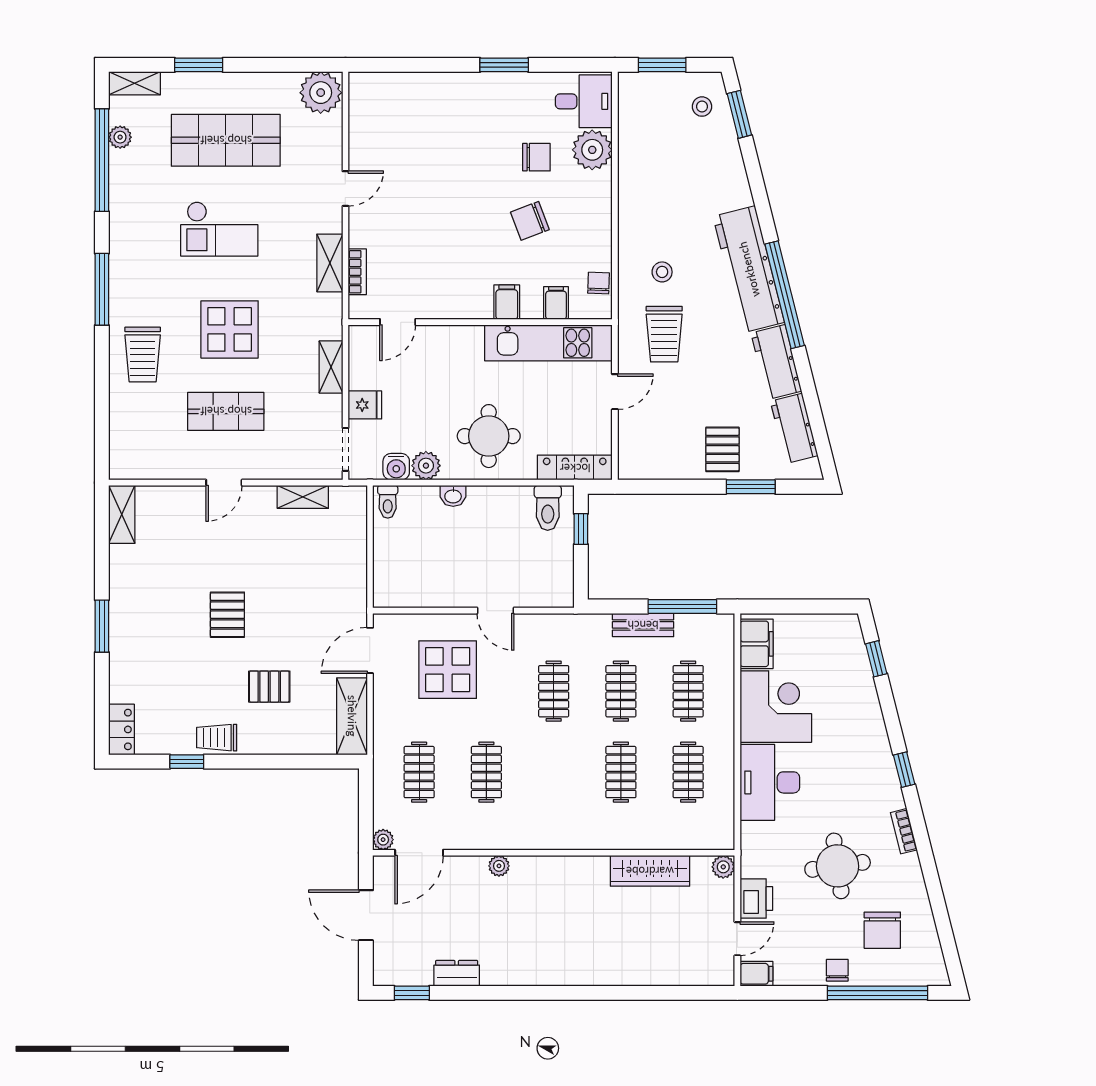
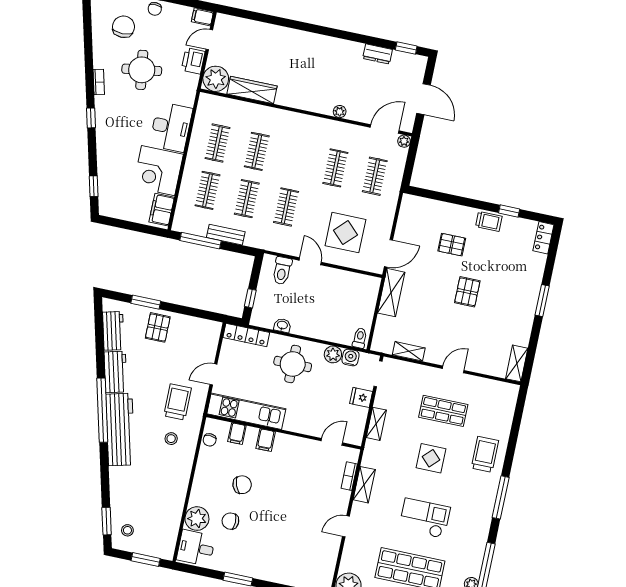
display table: (230, 329) -> (431, 458), width x0.73, depth x0.73
washbasin: (453, 496) -> (282, 325), moved
toilet: (548, 508) -> (282, 271), moved, turned 180
shelving: (352, 716) -> (391, 293), moved
plant: (723, 867) -> (216, 79), width x1.88, depth x1.88

